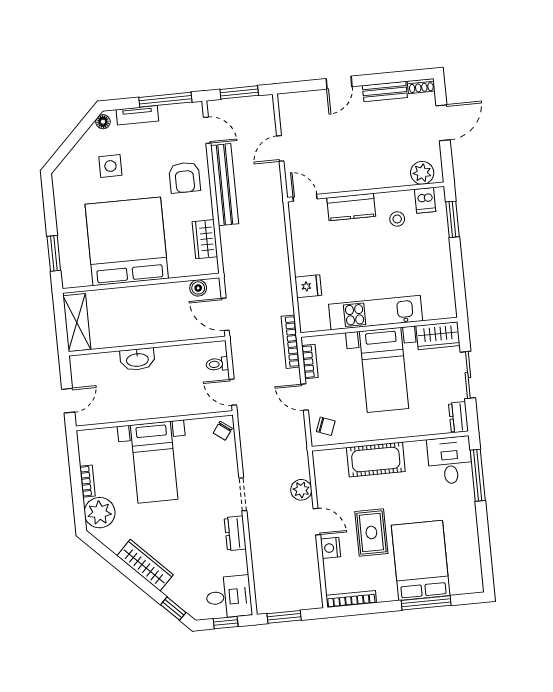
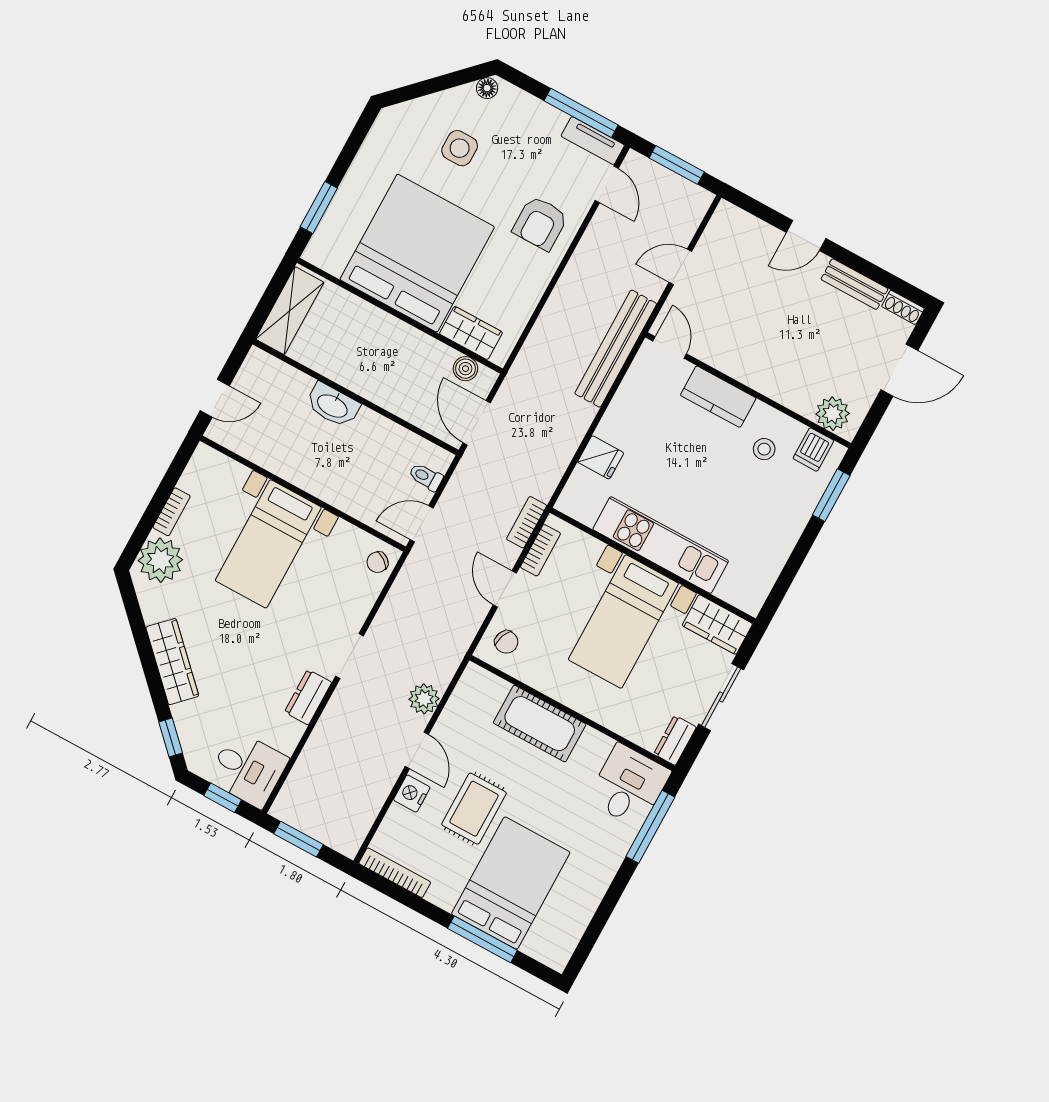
tv unit: (137, 115) -> (593, 141), moved
bench: (225, 185) -> (616, 349), moved
wardrobe: (205, 239) -> (471, 333), moved, turned 90
bookcase: (290, 342) -> (527, 522), width x0.64
door: (233, 392) -> (422, 524), hinge flipped

